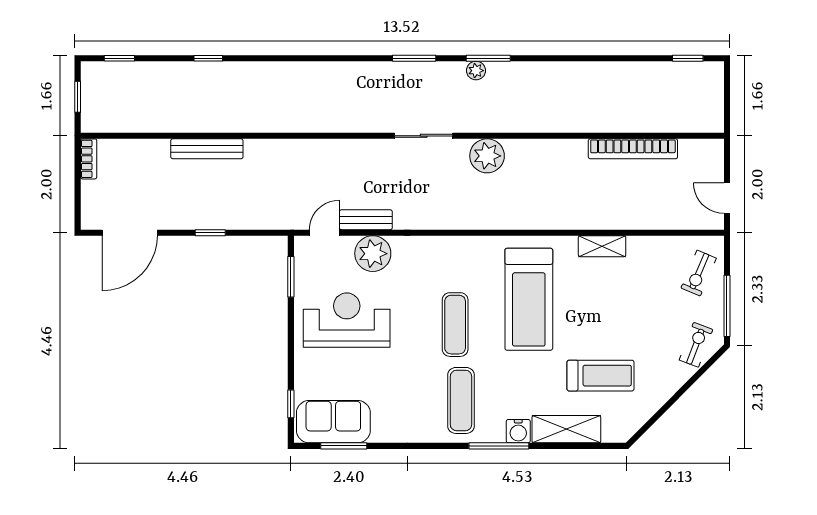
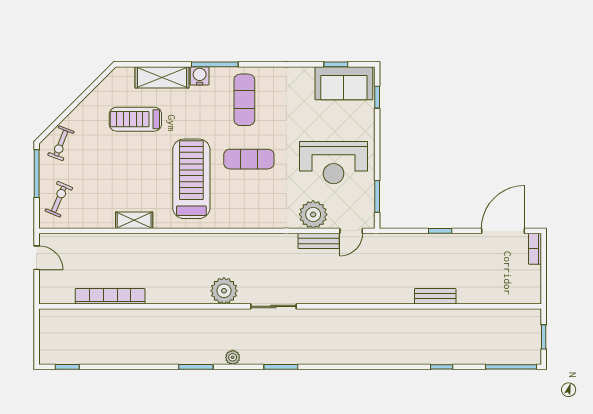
window: (119, 58) -> (511, 367), width x2.17
window: (488, 58) -> (196, 367), moved
bench: (207, 149) -> (435, 296), width x0.73
bookcase: (89, 159) -> (535, 249), moved
exercise mat: (455, 325) -> (249, 159), turned 90
window: (344, 446) -> (336, 64), width x0.67

